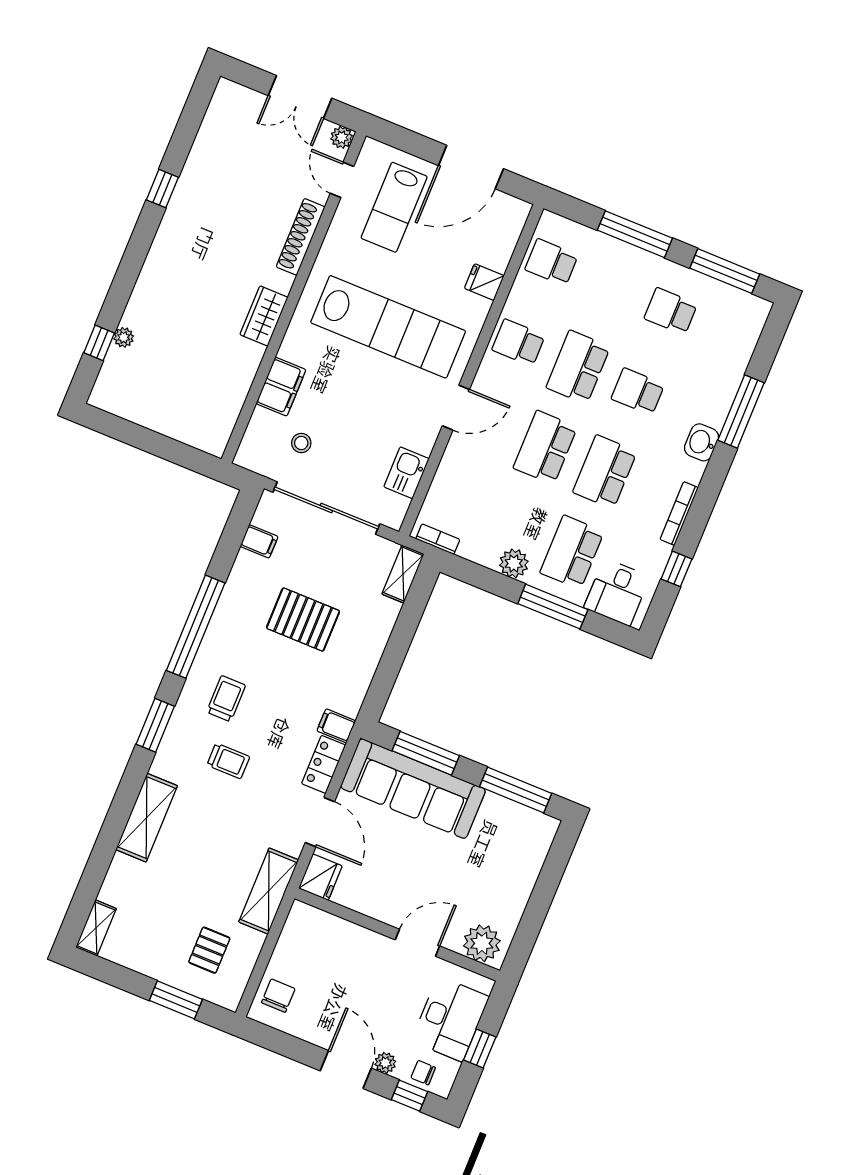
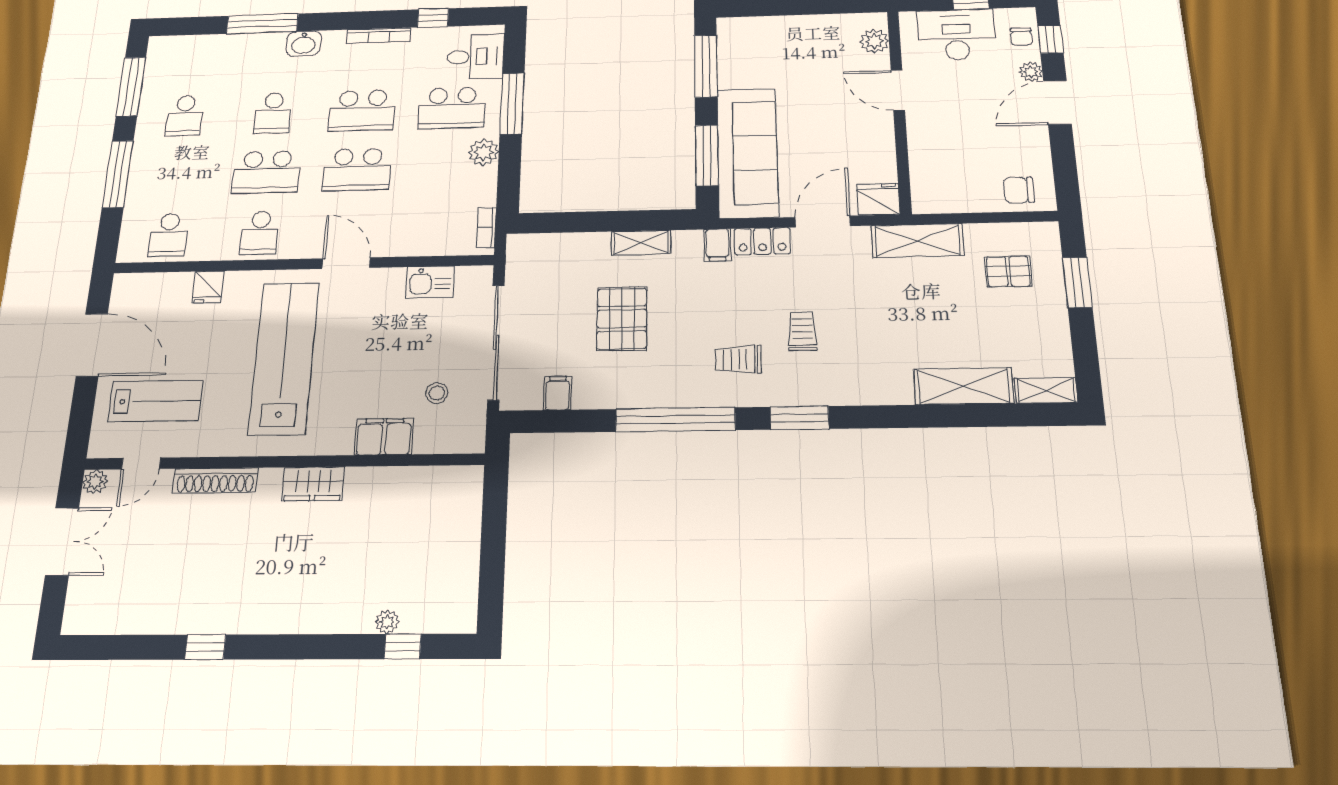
shelving: (403, 574) -> (641, 243), moved
shelving: (147, 818) -> (963, 386), moved
plant: (482, 943) -> (874, 41), width x0.73, depth x0.73

